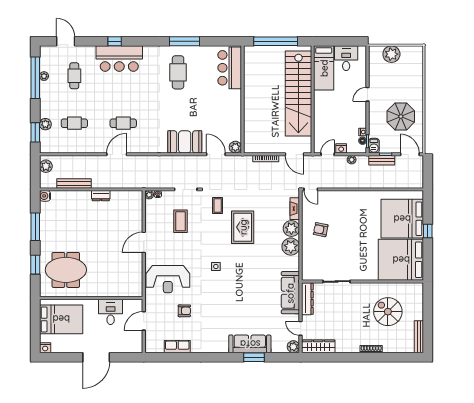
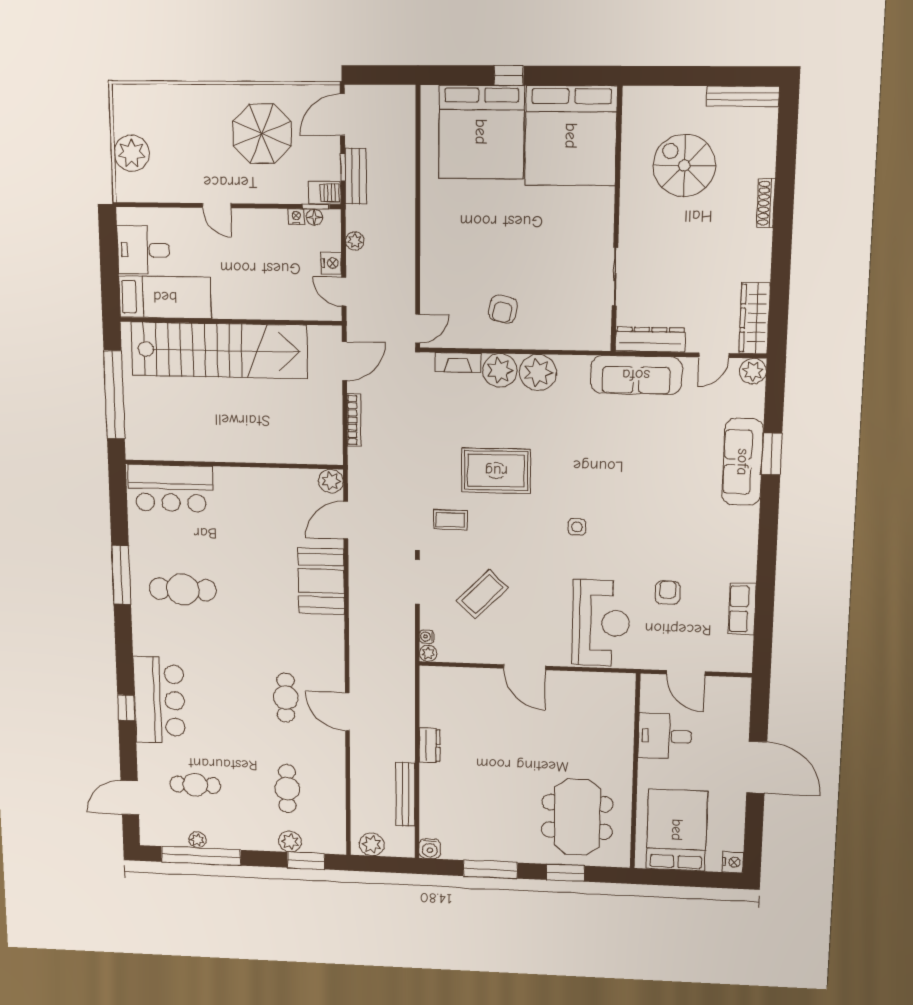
coffee table: (181, 221) -> (482, 594), turned -46
spiral stairs: (388, 312) -> (684, 165), turned 90

